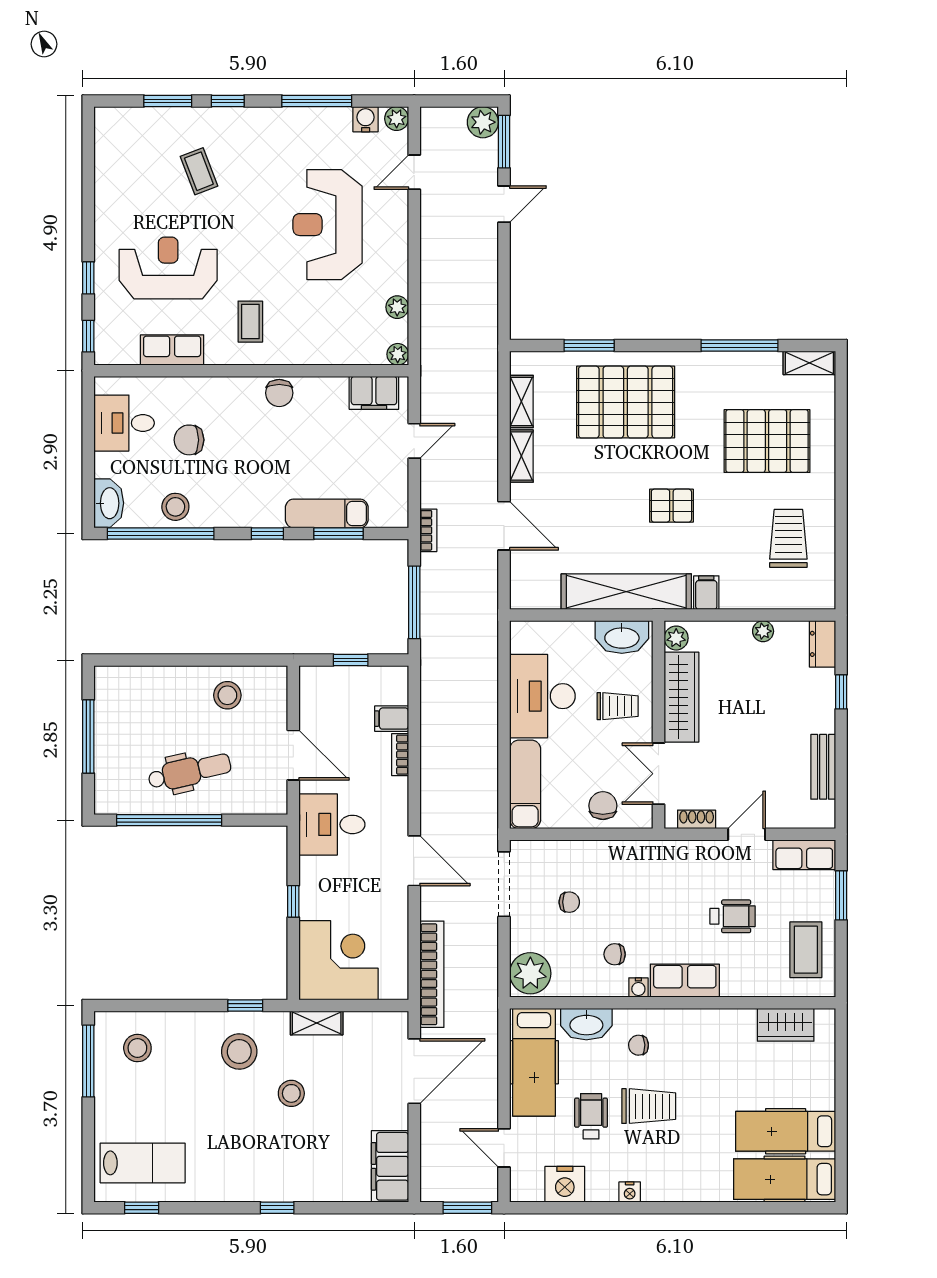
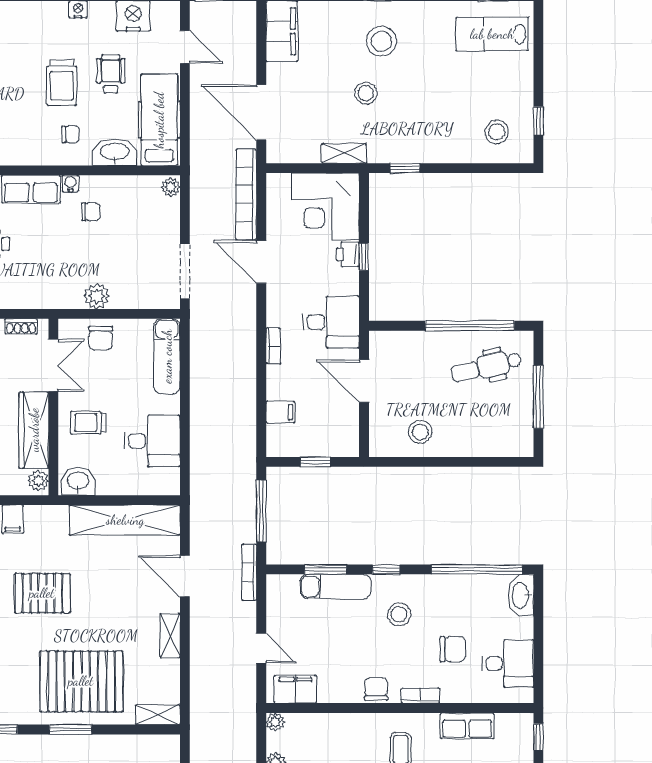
window: (589, 345) -> (70, 730), moved
bookcase: (227, 385) -> (420, 696), added
shelving: (521, 401) -> (158, 715), moved, turned 90
door: (414, 441) -> (261, 648), swing flipped
pallet: (671, 506) -> (42, 593), width x1.50, depth x1.42
stool: (175, 507) -> (399, 614), moved
bookcase: (428, 530) -> (249, 572), width x1.56
shelving: (626, 592) -> (125, 520), moved
washbasin: (622, 637) -> (78, 481), width x0.72
desk: (542, 696) -> (152, 441), width x0.73
bookcase: (400, 755) -> (273, 346), moved
dental chair: (189, 772) -> (486, 367), moved
plant: (608, 855) -> (96, 296), added
door: (414, 861) -> (261, 262), moved
chair: (569, 902) -> (129, 256), removed
printer: (312, 904) -> (348, 255), added
plant: (530, 973) -> (171, 187), width x0.53, depth x0.53
stool: (239, 1051) -> (381, 41), moved
window: (88, 1061) -> (538, 121), width x0.46
door: (414, 1071) -> (261, 112), hinge flipped
trolley: (649, 1106) -> (62, 83), turned -90
wheelchair: (591, 1116) -> (111, 74), turned 180

